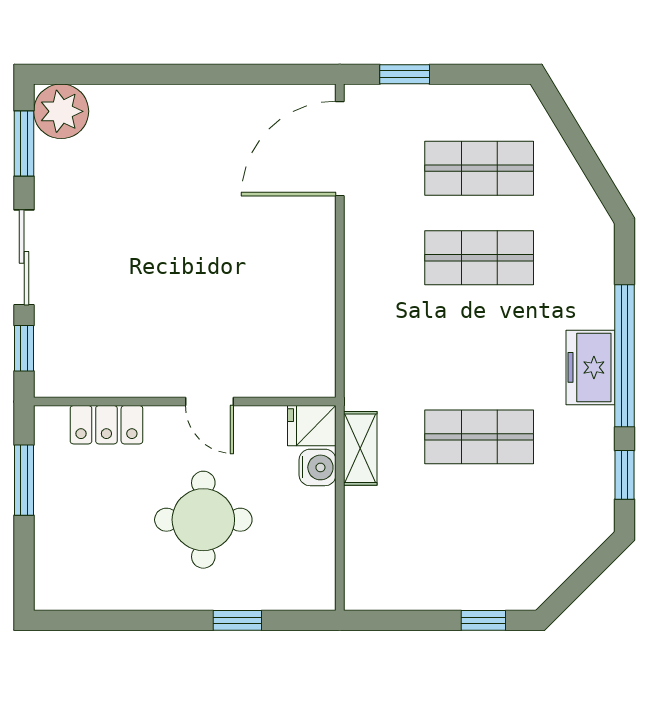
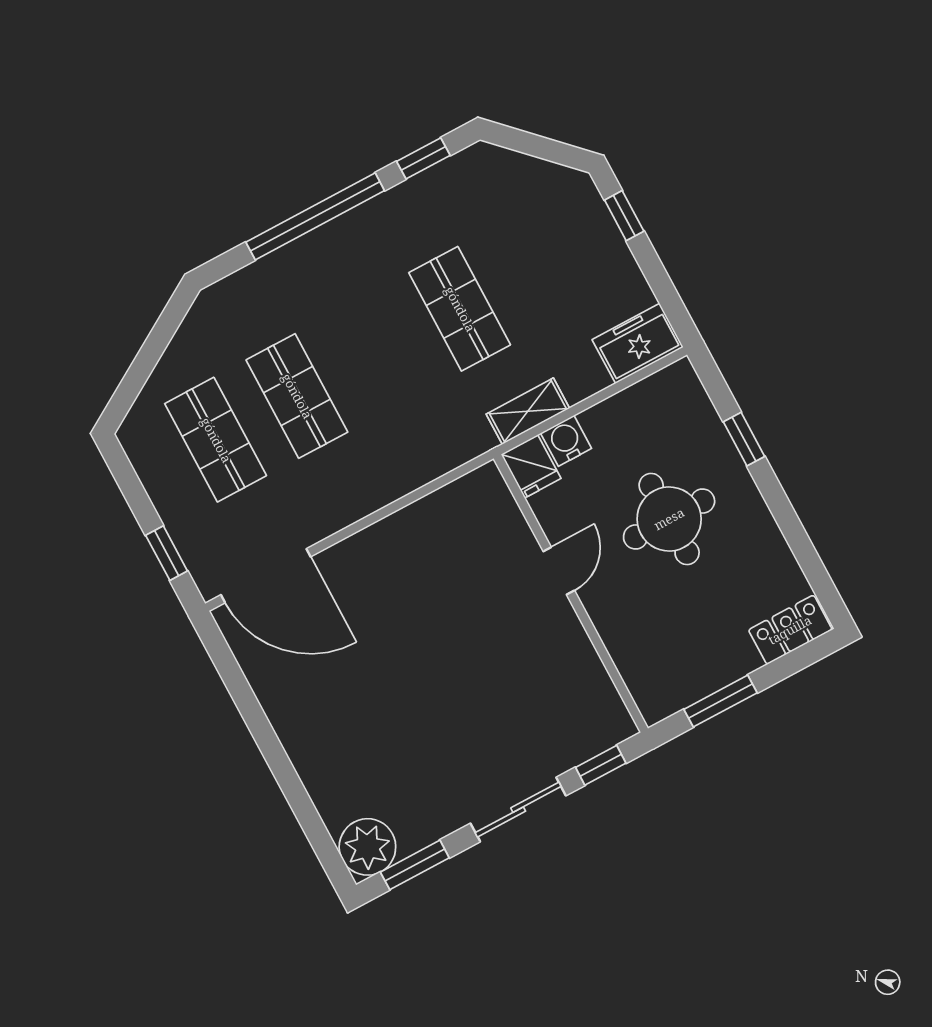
freezer: (590, 367) -> (638, 343), moved, turned 180
locker: (106, 425) -> (790, 630), moved, turned -90

